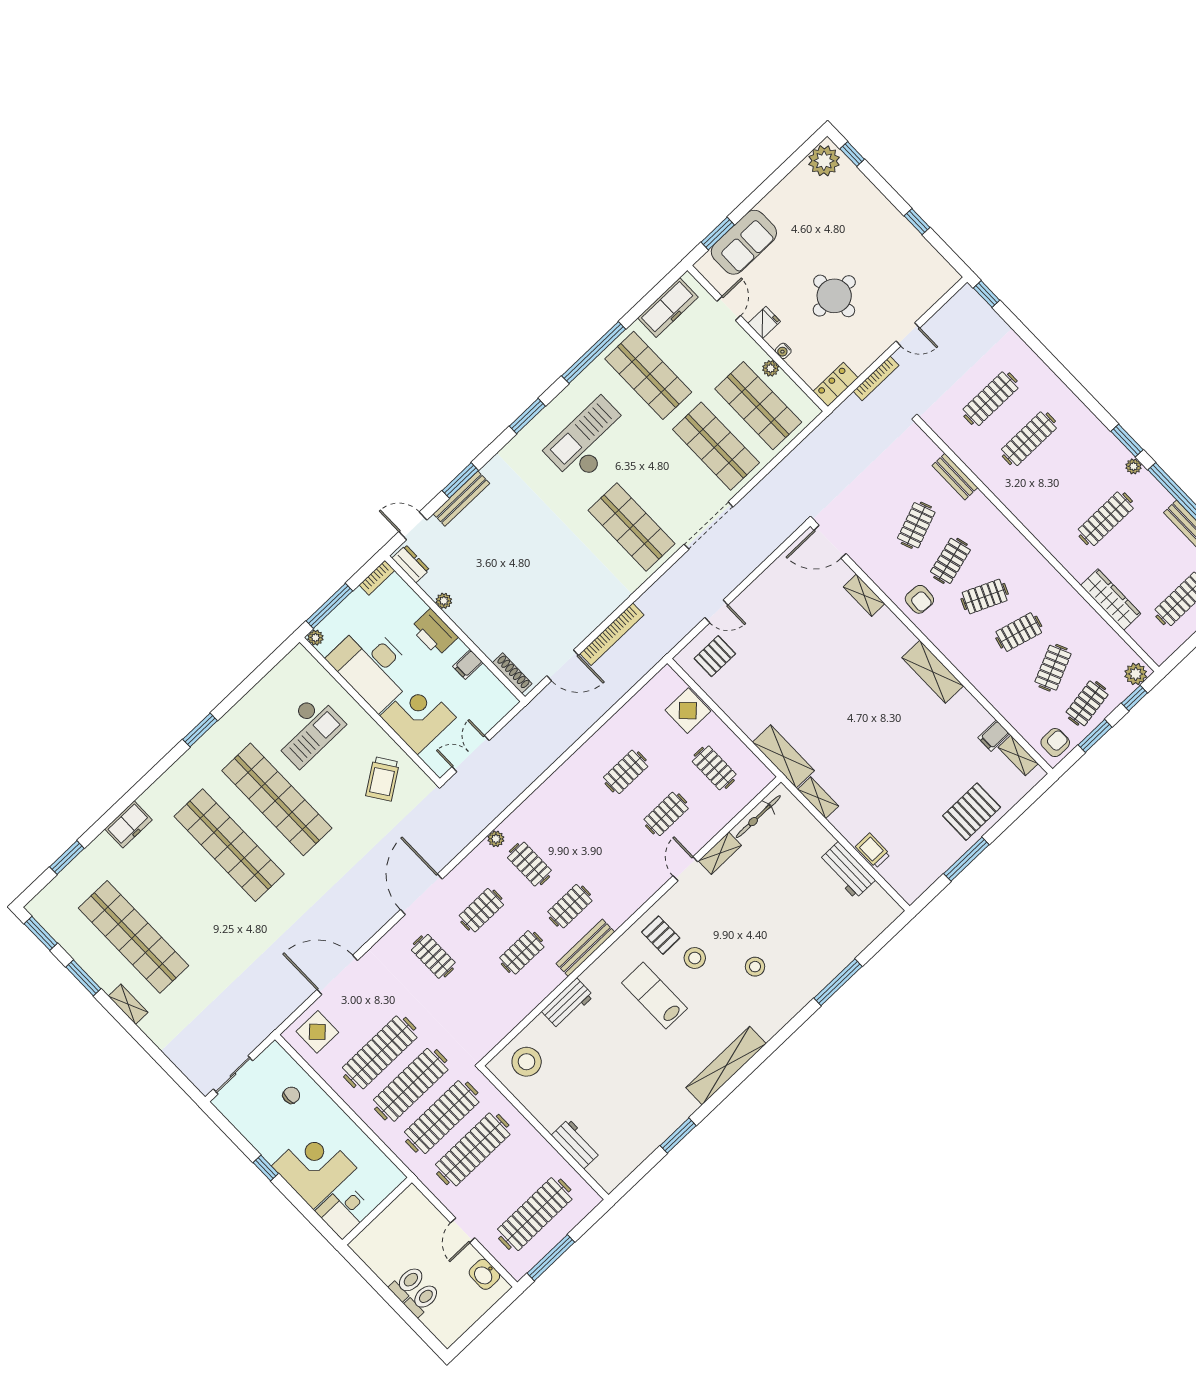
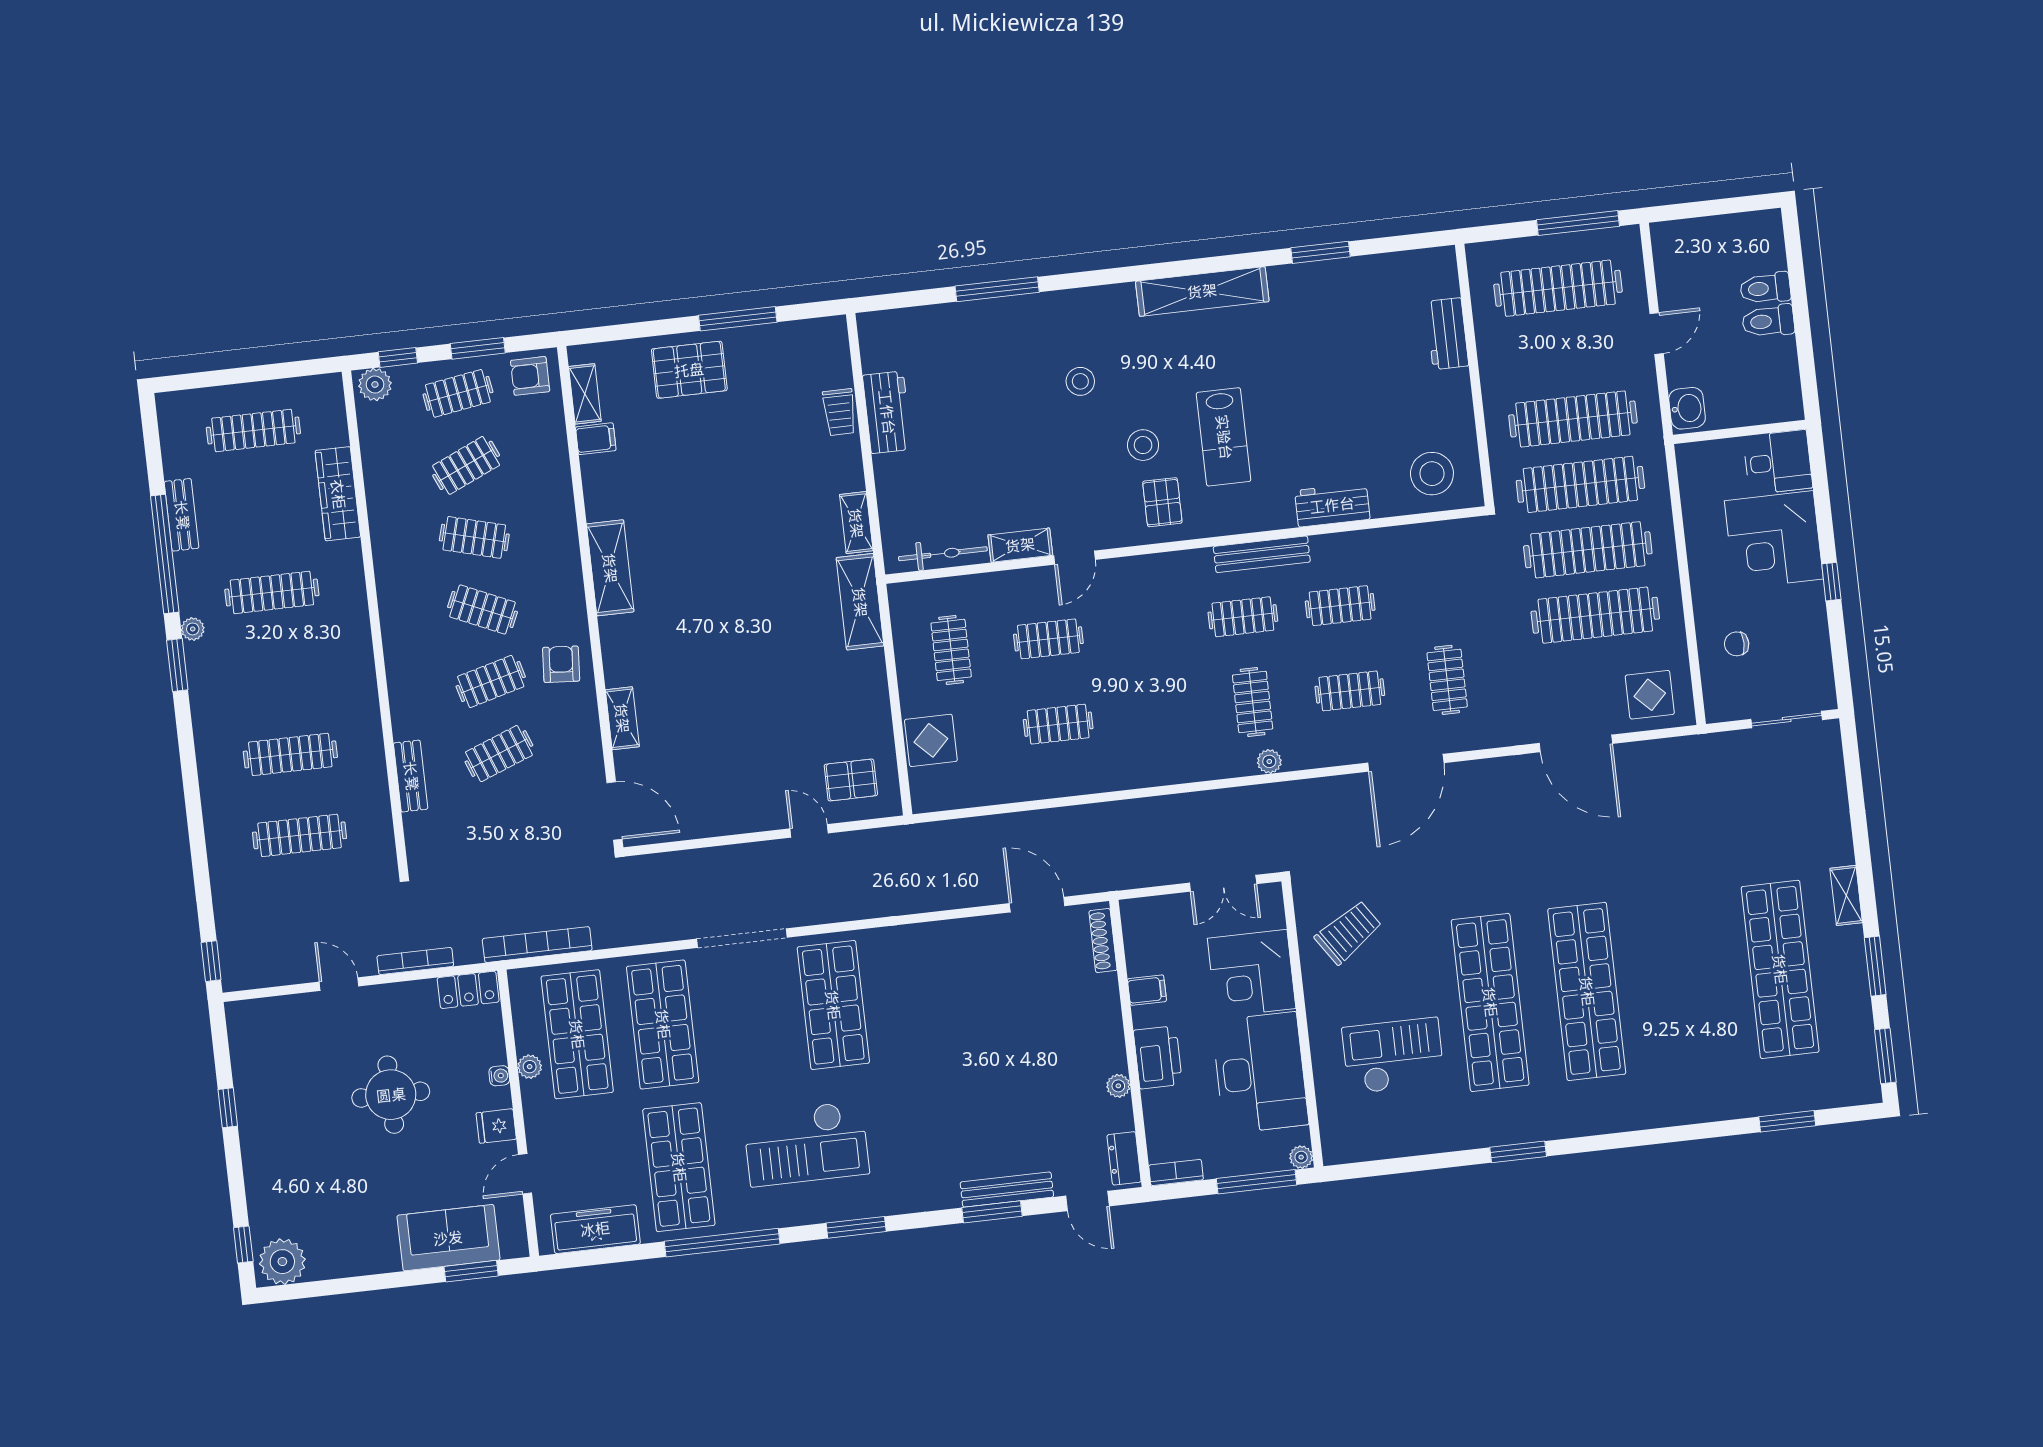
bookcase: (612, 634) -> (537, 945), moved
freezer: (128, 824) -> (1686, 1105), removed
washbasin: (484, 1274) -> (1687, 408), moved

